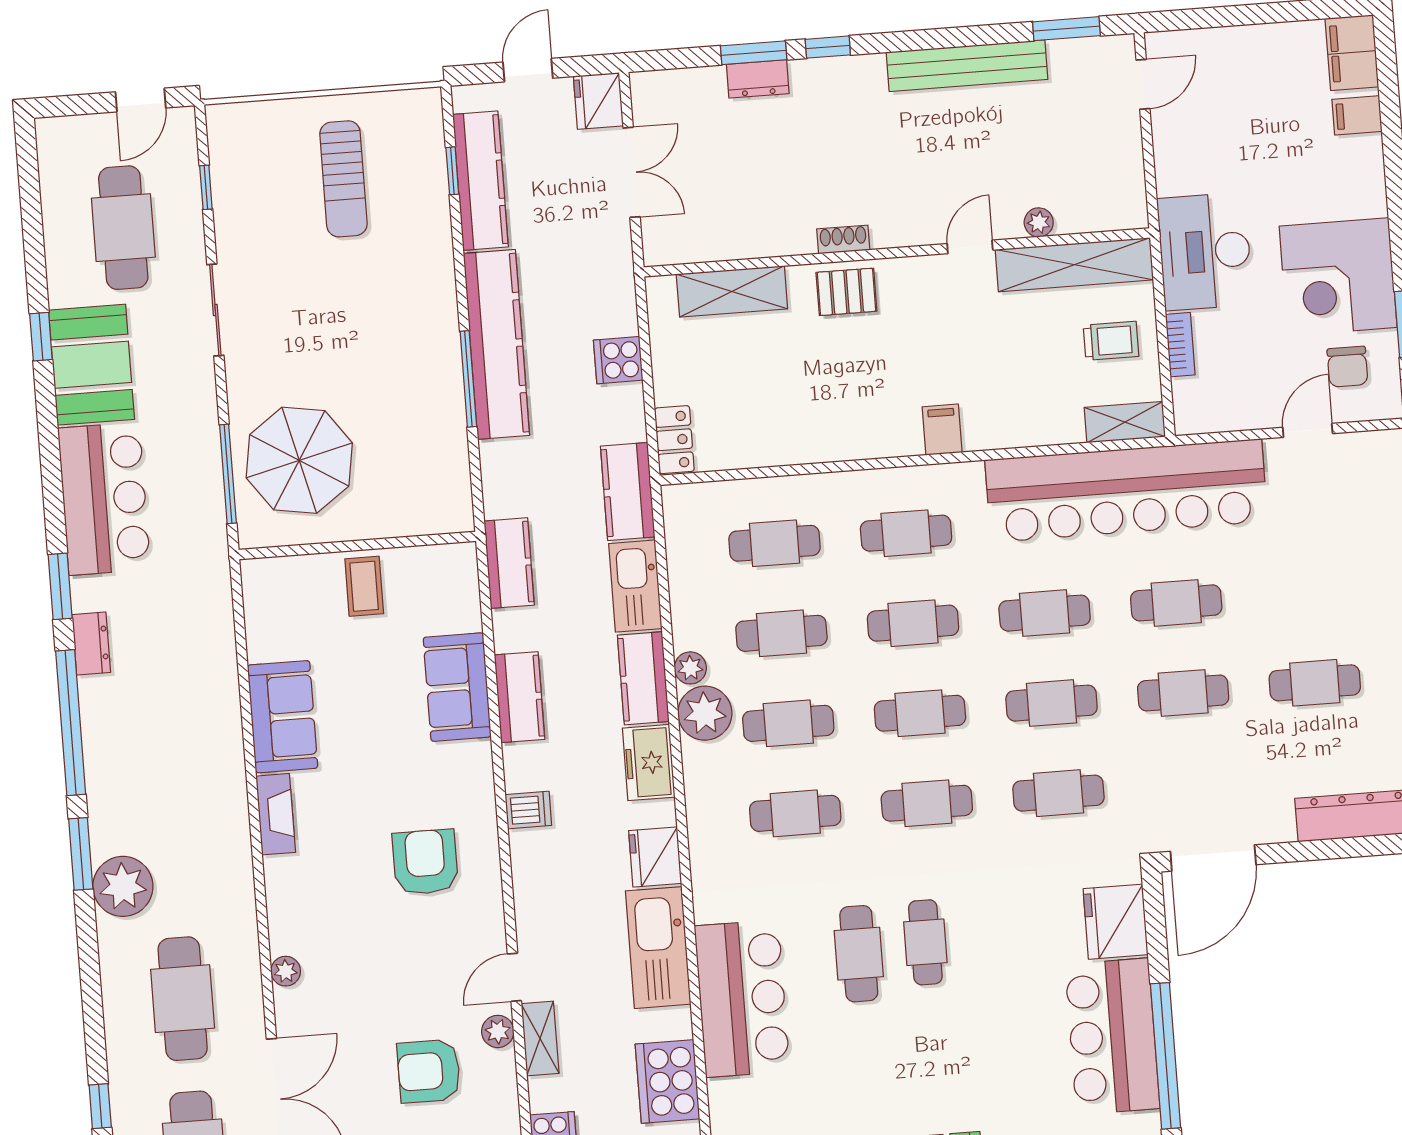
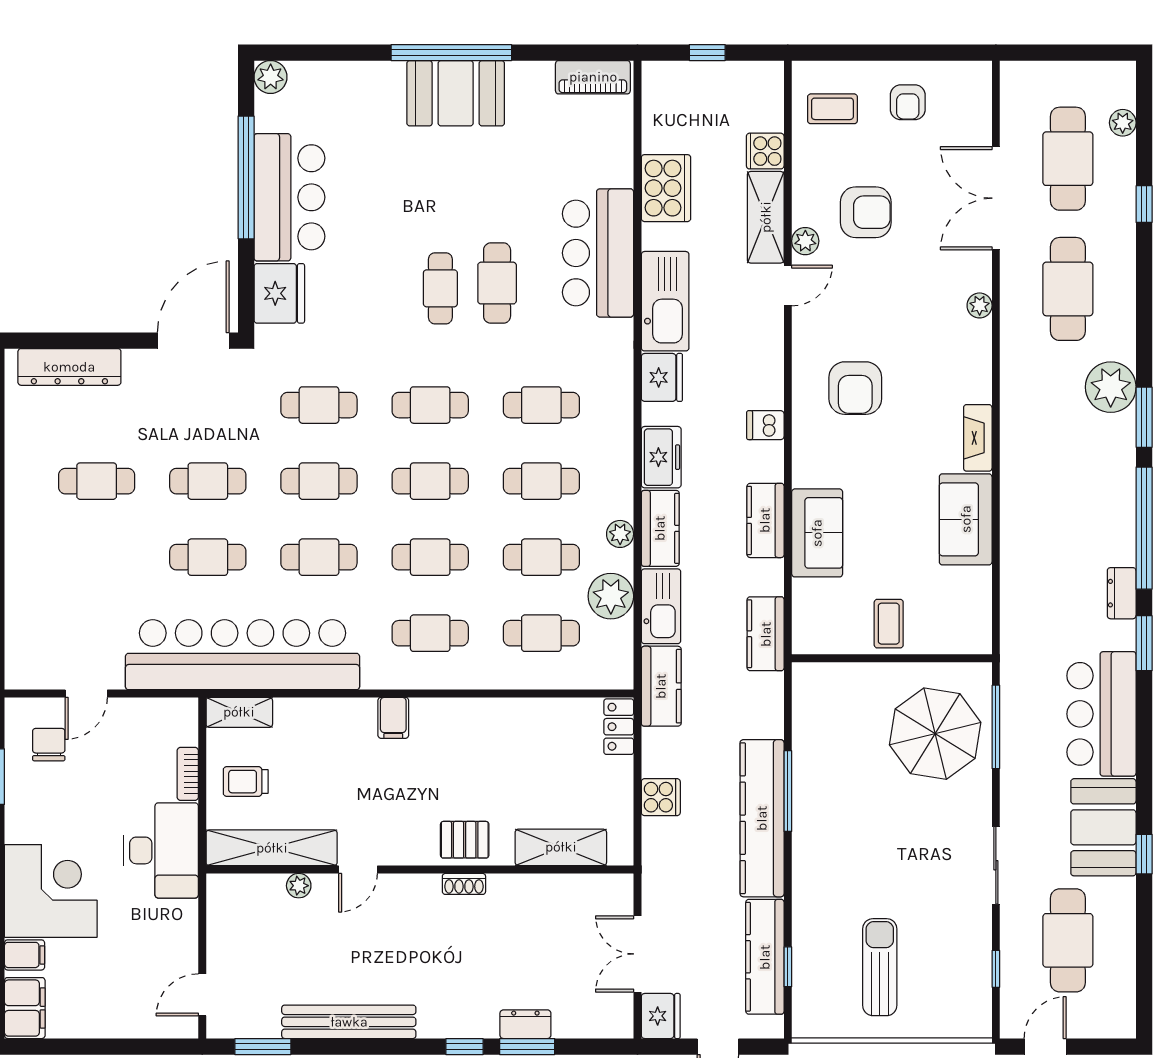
corner desk: (1338, 277) -> (51, 891), moved
plant: (705, 713) -> (611, 596), moved
shelving: (540, 1038) -> (766, 217), width x1.50, depth x1.33

